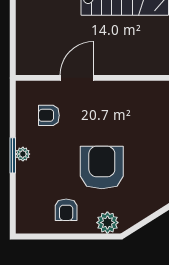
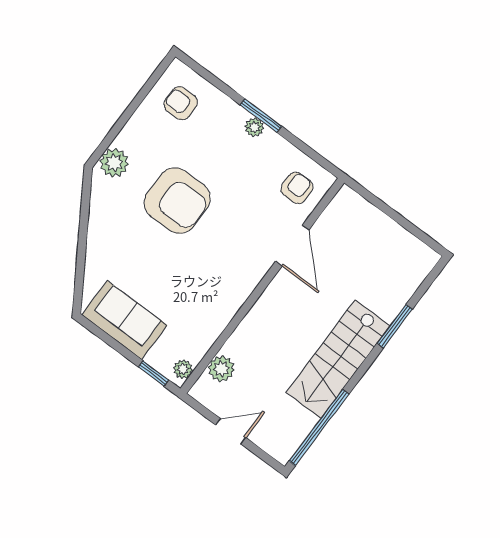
armchair: (49, 115) -> (297, 188), moved
armchair: (66, 210) -> (181, 103), moved

